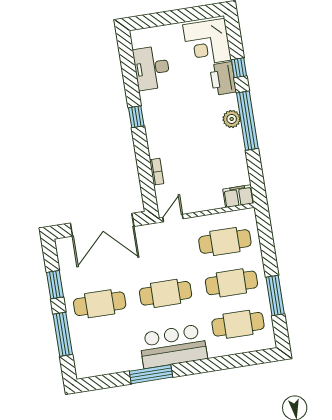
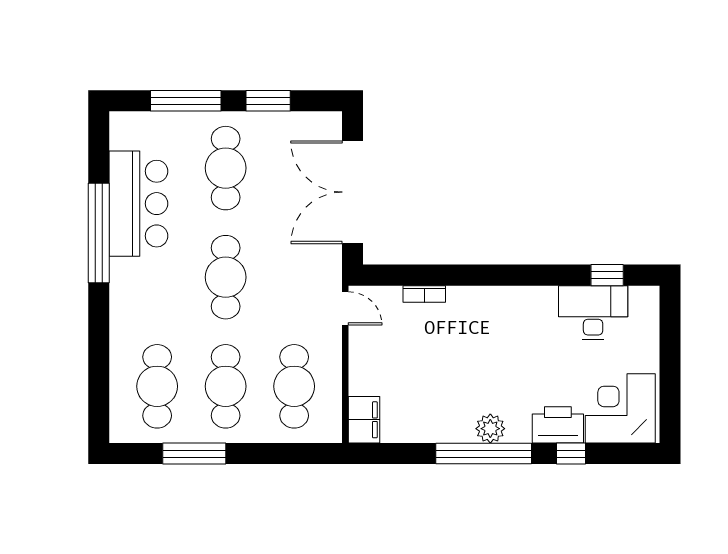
window: (136, 117) -> (607, 275), moved
bar counter: (173, 346) -> (138, 204), moved
window: (151, 374) -> (99, 233), width x1.46

